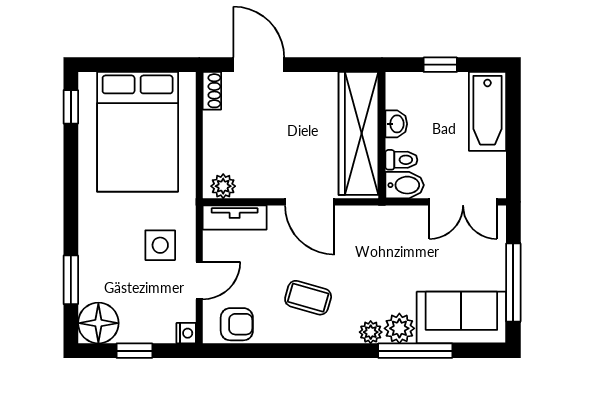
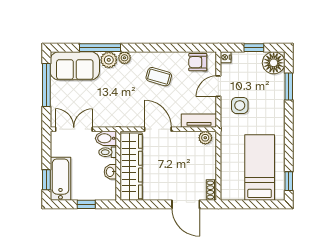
window: (513, 110) -> (46, 180), added
bed: (138, 132) -> (260, 168), width x0.67

